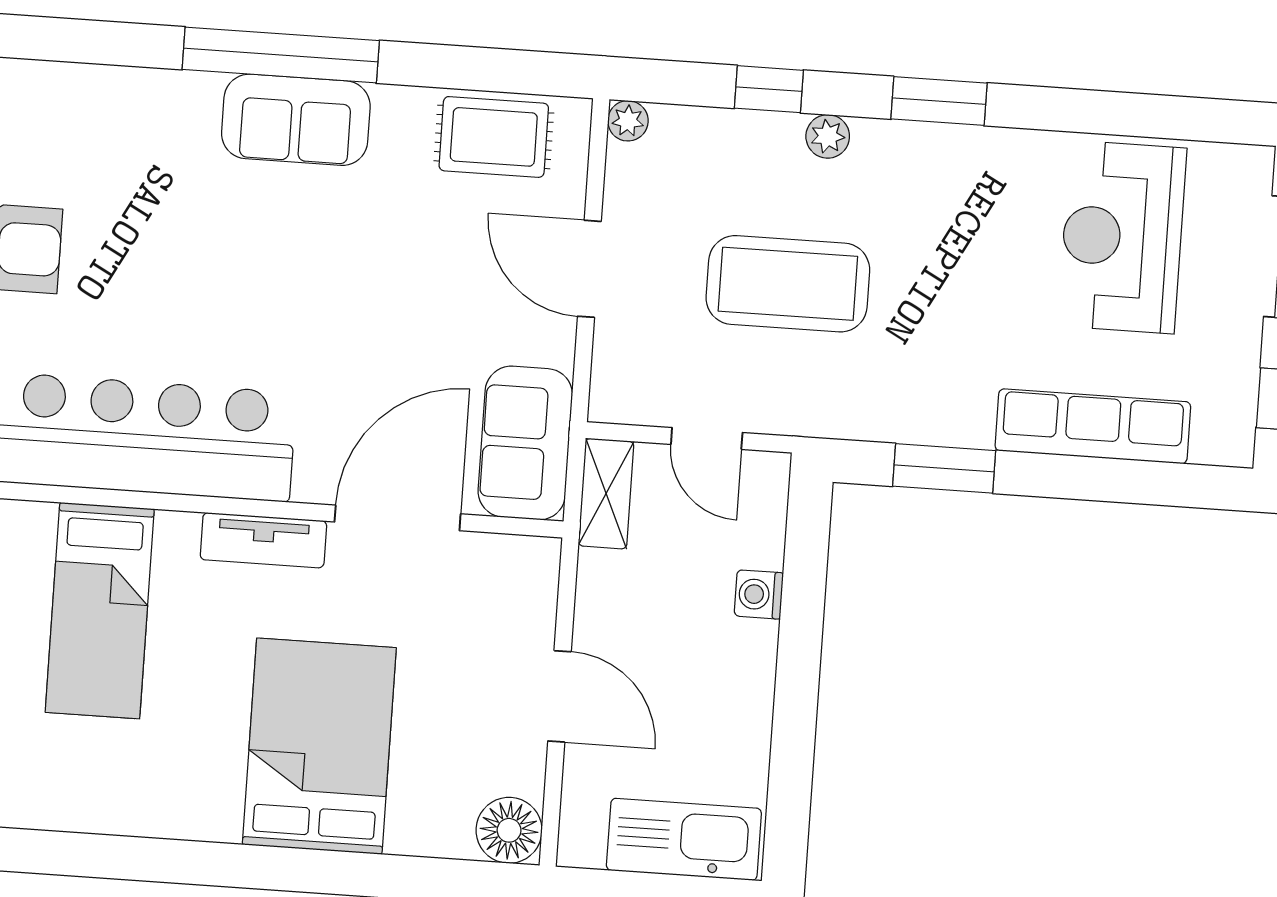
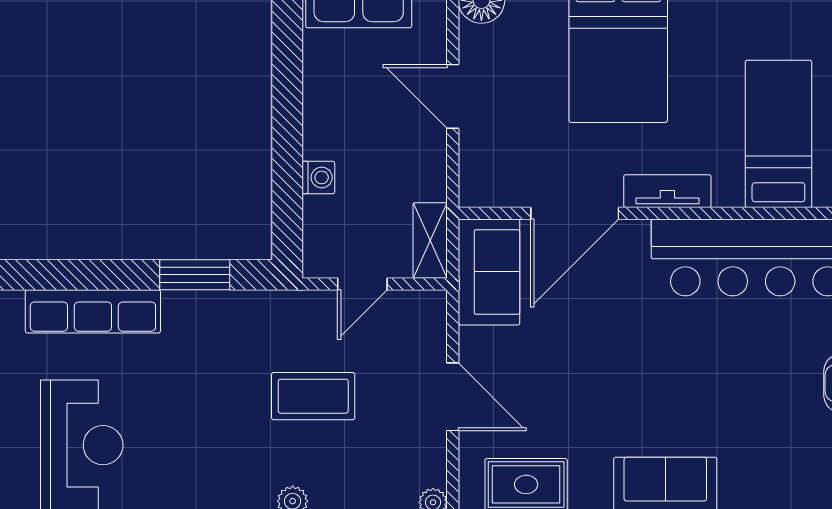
coffee table: (788, 284) -> (313, 396), width x0.73, depth x0.76
door: (707, 438) -> (362, 284), swing flipped

